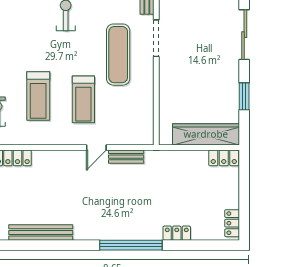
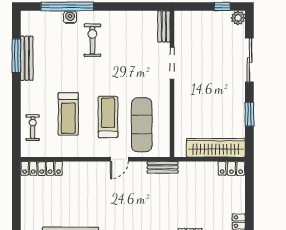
exercise mat: (118, 55) -> (142, 125), moved
treadmill: (83, 99) -> (108, 117), turned 180
bench: (126, 157) -> (163, 167), moved

